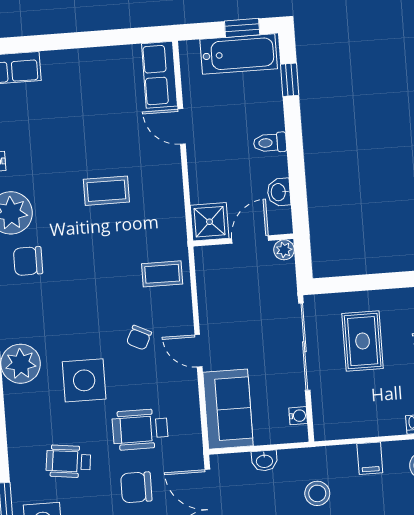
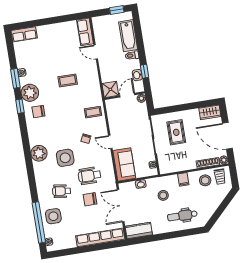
bathtub: (239, 54) -> (128, 36), moved, turned 90
window: (290, 80) -> (145, 71), moved

